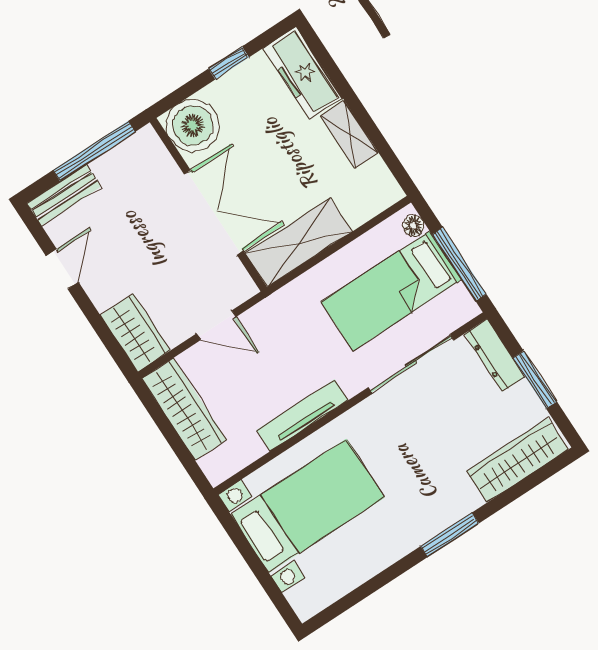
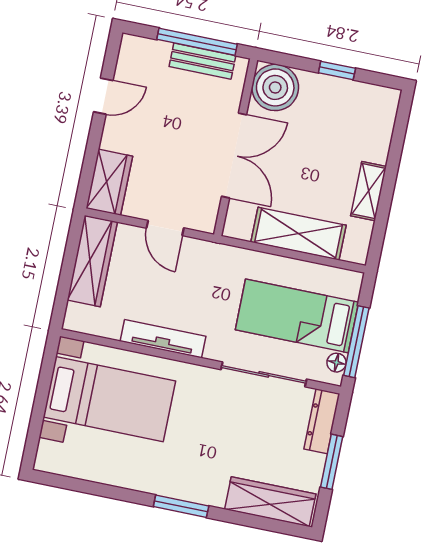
freezer: (303, 73) -> (377, 123), removed
bench: (64, 195) -> (202, 61), moved
floor lamp: (413, 226) -> (337, 363), moved
shelving: (299, 242) -> (299, 234), moved

